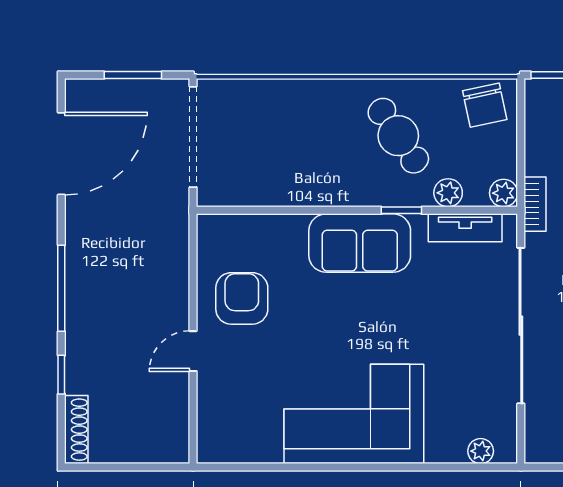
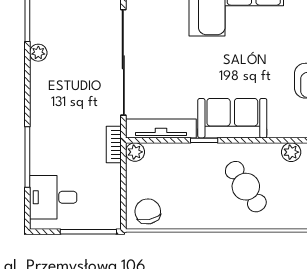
cafe table: (398, 136) -> (246, 187), moved
plant: (448, 193) -> (291, 152), moved
tv unit: (465, 228) -> (161, 129), width x1.41

